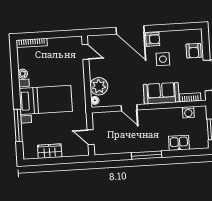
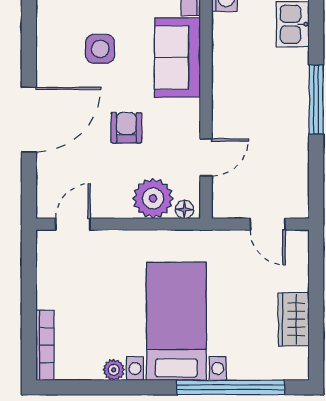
armchair: (153, 39) -> (126, 128), moved
door: (129, 108) -> (206, 157), moved
window: (18, 125) -> (231, 387), width x1.46
door: (91, 137) -> (268, 224), hinge flipped

